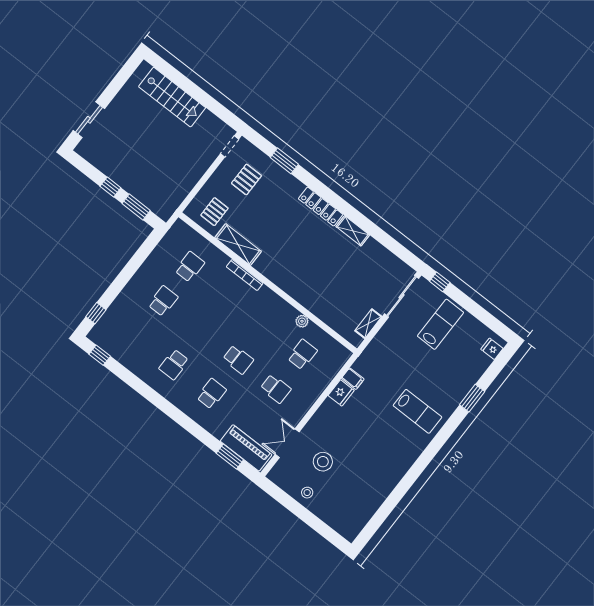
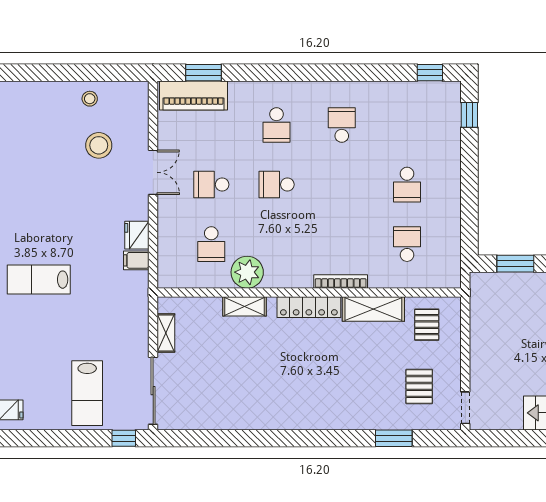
locker: (321, 207) -> (309, 307), moved, turned 180
shelving: (353, 231) -> (244, 306), moved
school desk: (190, 267) -> (407, 244), turned 180
plant: (302, 321) -> (247, 272), width x1.88, depth x1.88
double door: (287, 443) -> (153, 172), moved

